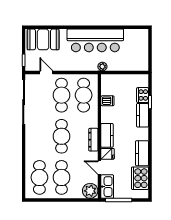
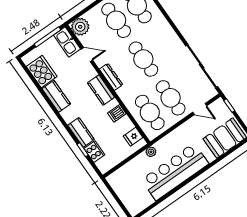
dishwasher: (107, 101) -> (117, 113), moved
fridge: (108, 154) -> (133, 137), moved

